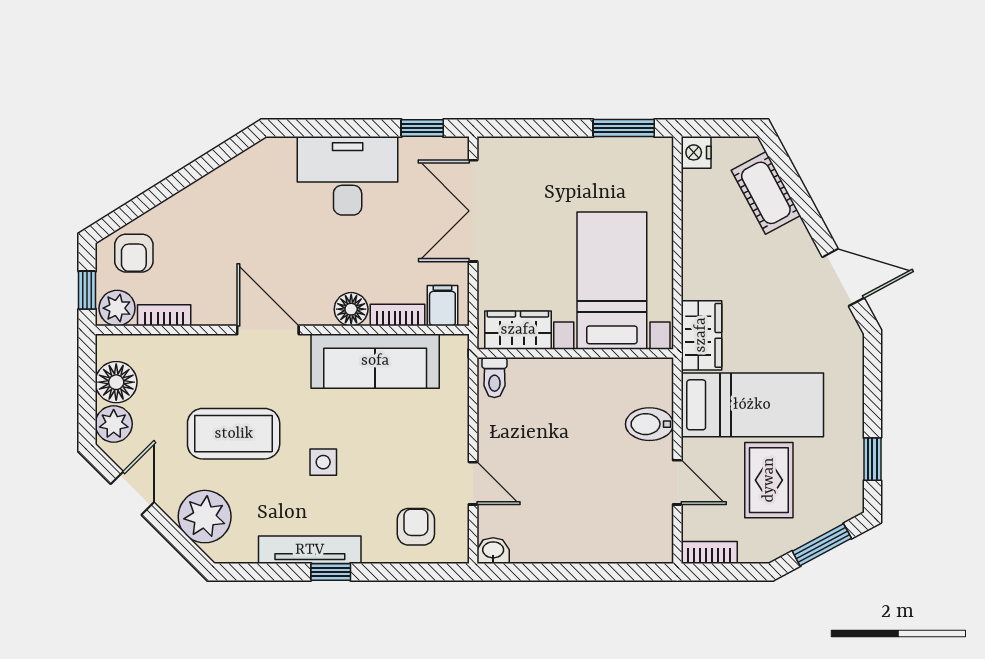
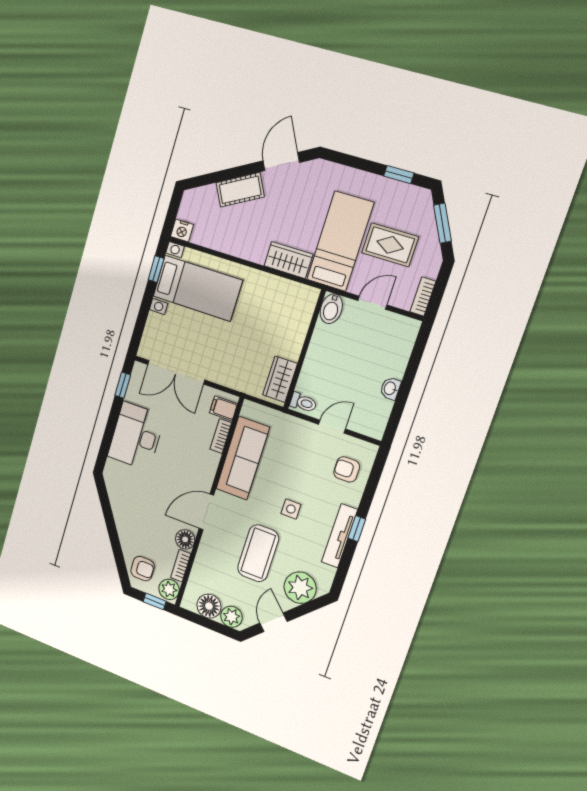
window: (624, 128) -> (156, 269), width x0.67
cot: (766, 193) -> (240, 190), moved
bed with nightstands: (612, 281) -> (197, 288), moved, turned 180
floor lamp: (351, 309) -> (185, 539), moved
wardrobe: (518, 330) -> (280, 379), moved
wall: (575, 353) -> (305, 350), moved
toilet: (494, 378) -> (303, 403), moved
door: (132, 493) -> (273, 622), hinge flipped
washbasin: (493, 551) -> (390, 388), moved

